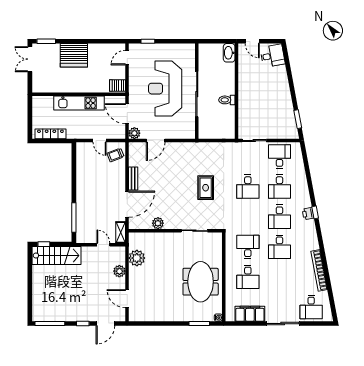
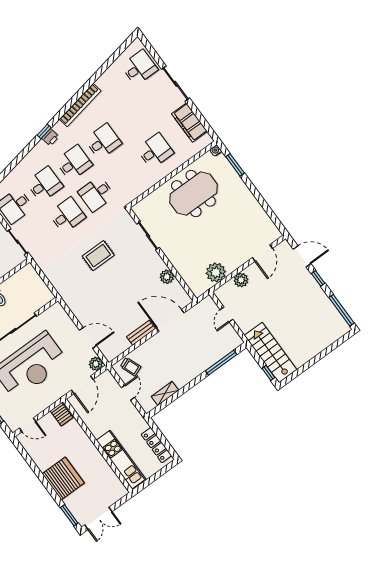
kitchen unit: (79, 103) -> (121, 460), moved
shelving: (121, 232) -> (165, 393), moved
desk: (248, 247) -> (96, 194), moved
bookcase: (319, 270) -> (80, 105), moved

